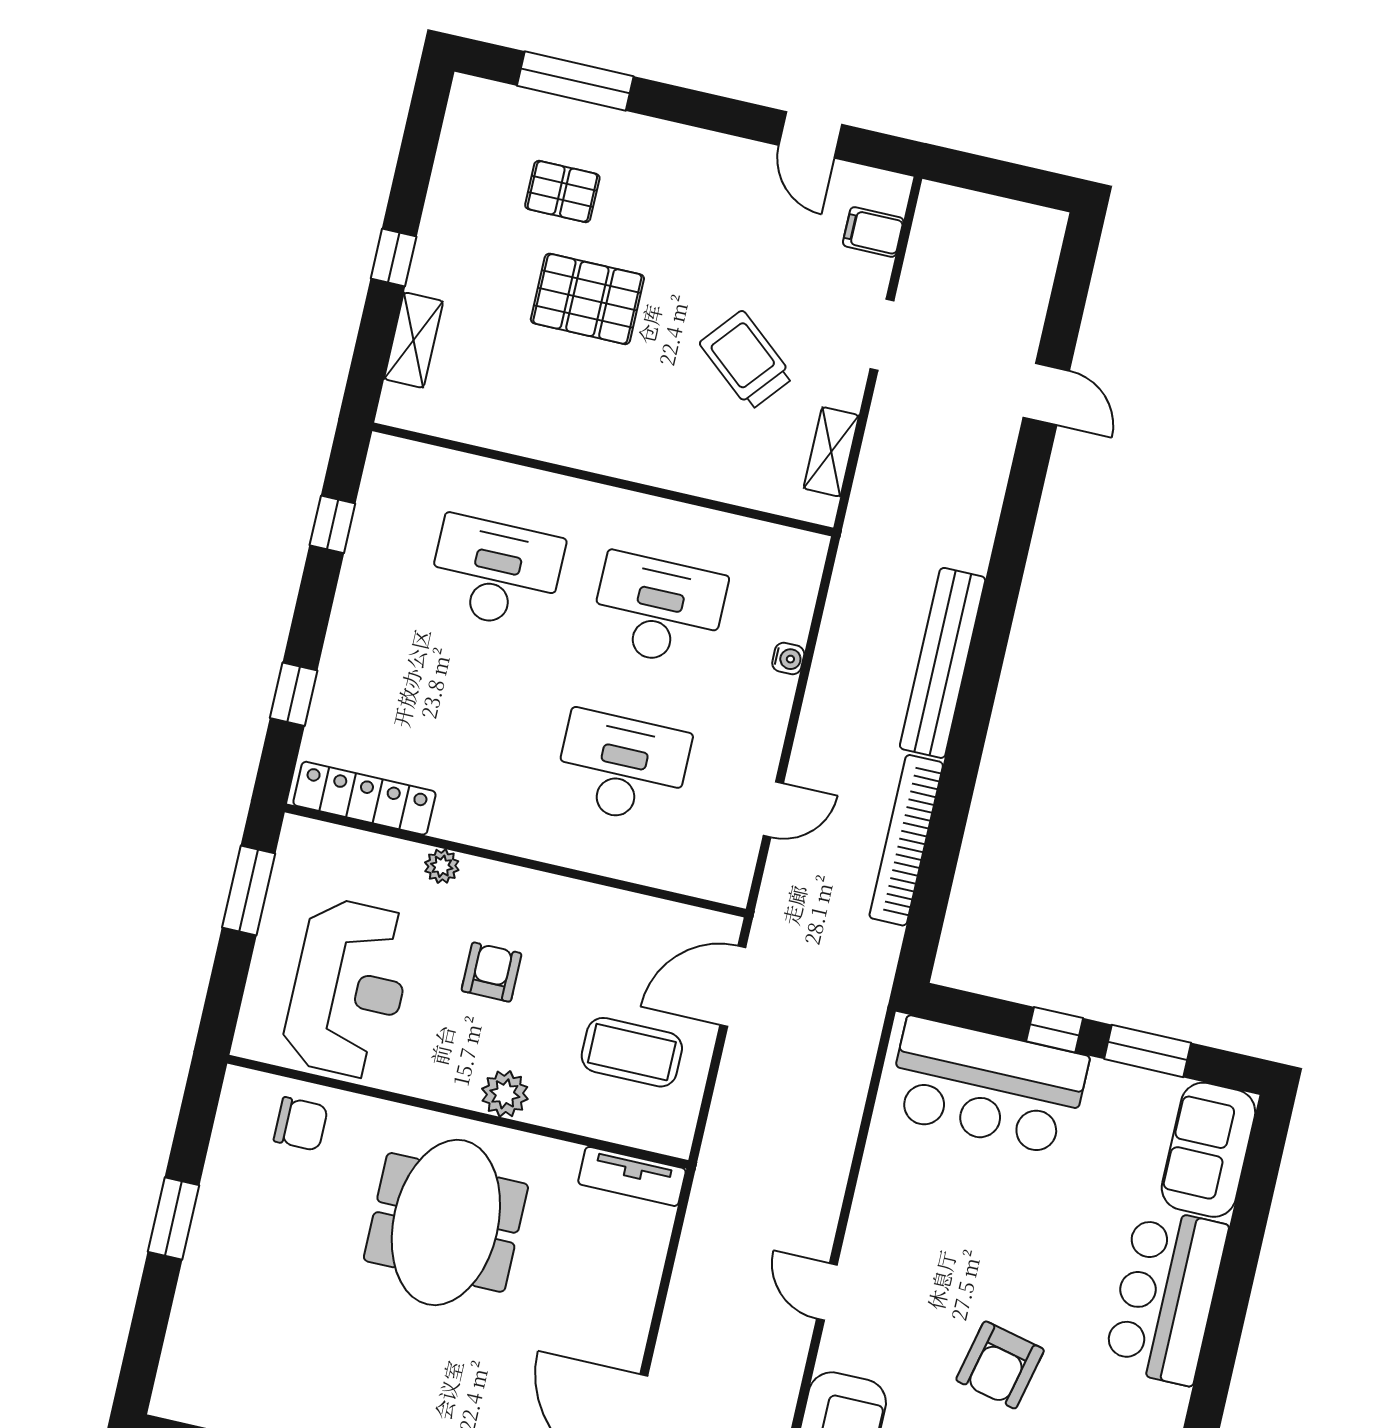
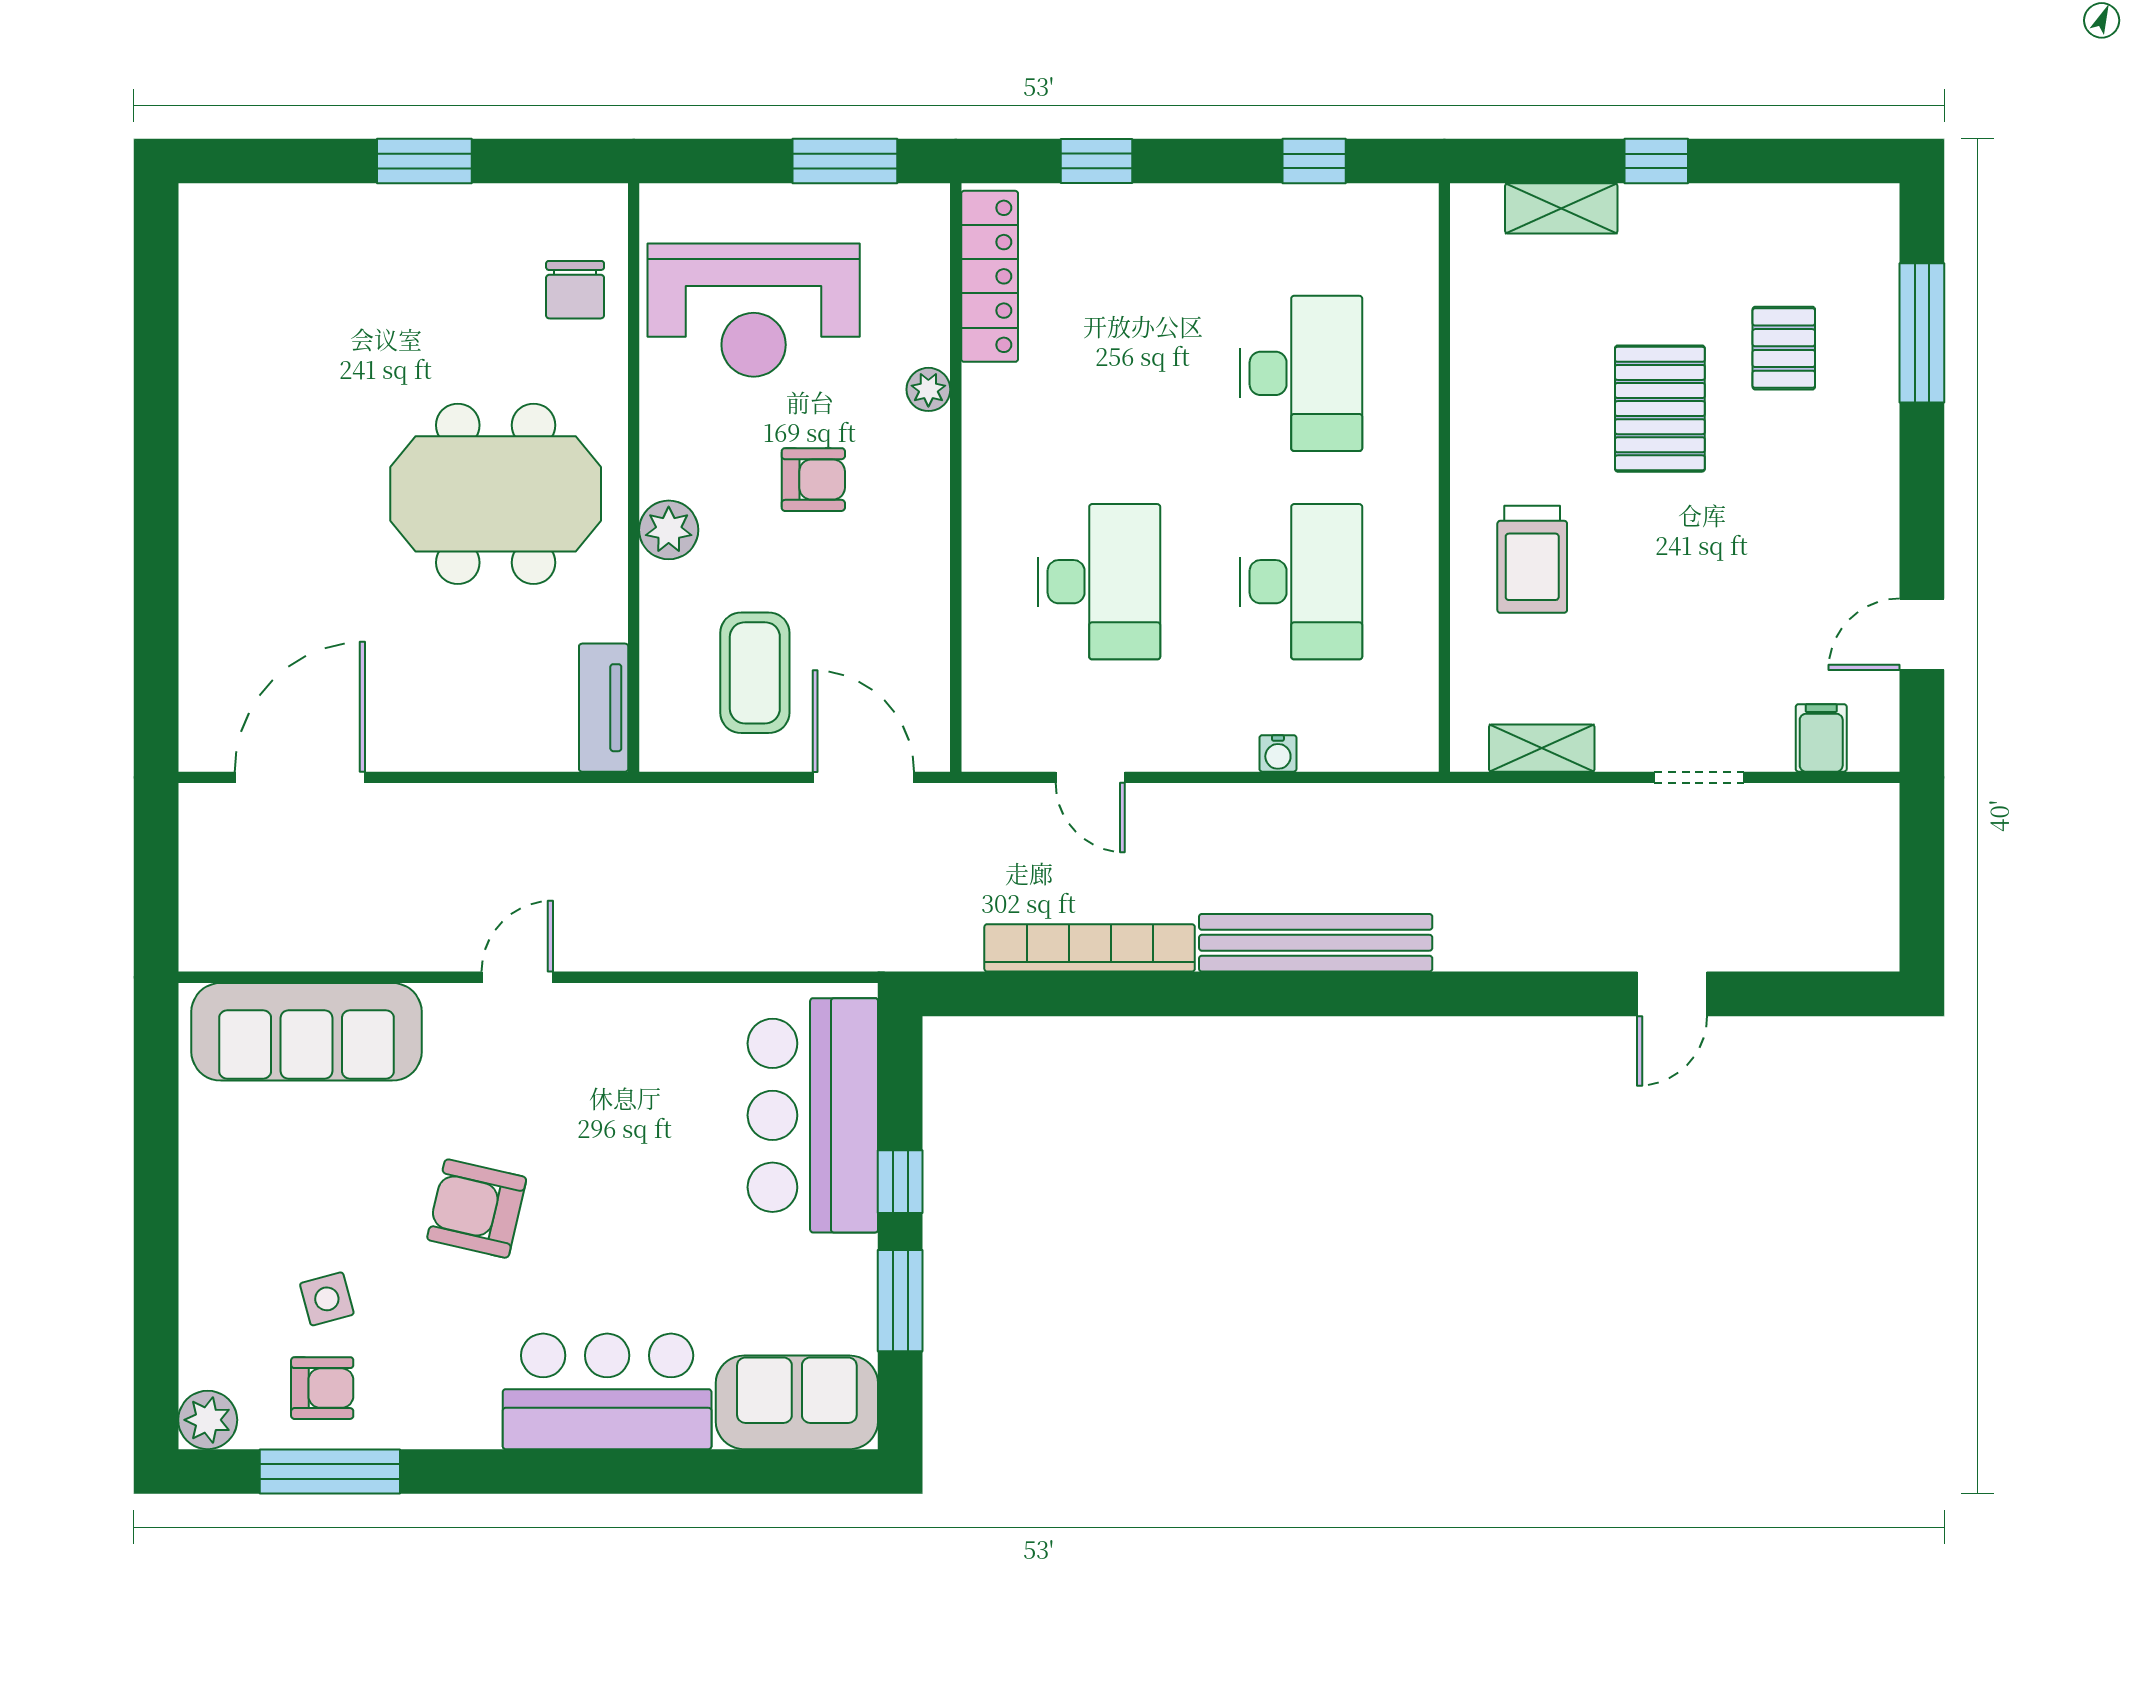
trolley: (746, 360) -> (1532, 559), moved, turned 140

